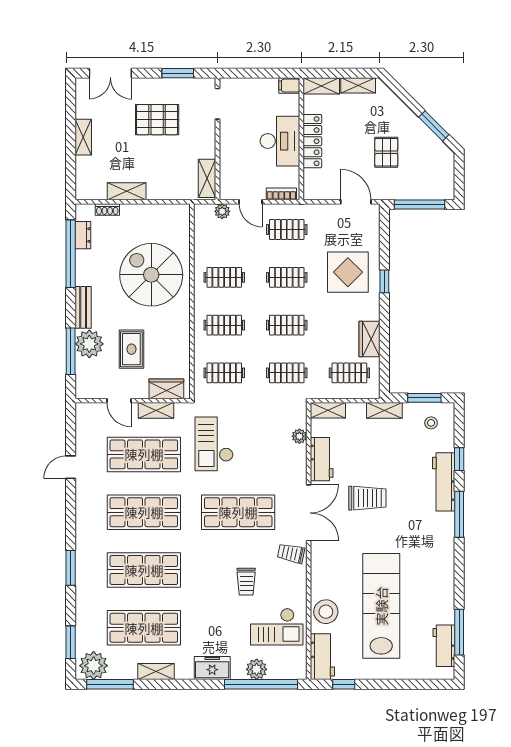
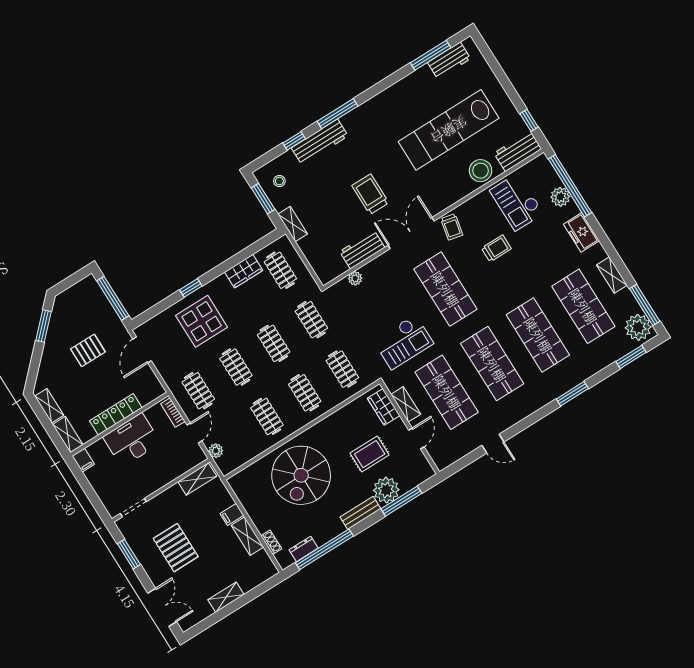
filing cabinet: (155, 190) -> (232, 514), added
shelving: (328, 410) -> (321, 269), removed
checkout: (277, 627) -> (517, 202), turned 180

